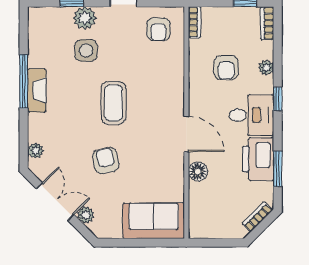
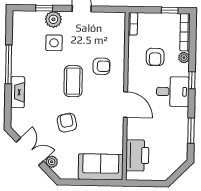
bookcase: (267, 23) -> (185, 32), width x1.56
armchair: (158, 29) -> (101, 66), moved, turned -90
fireplace: (37, 90) -> (18, 92), moved
plant: (35, 151) -> (16, 115), removed
printer: (258, 159) -> (137, 155), moved, turned 180
floor lamp: (198, 171) -> (133, 132), removed
bookcase: (257, 217) -> (176, 165), removed

